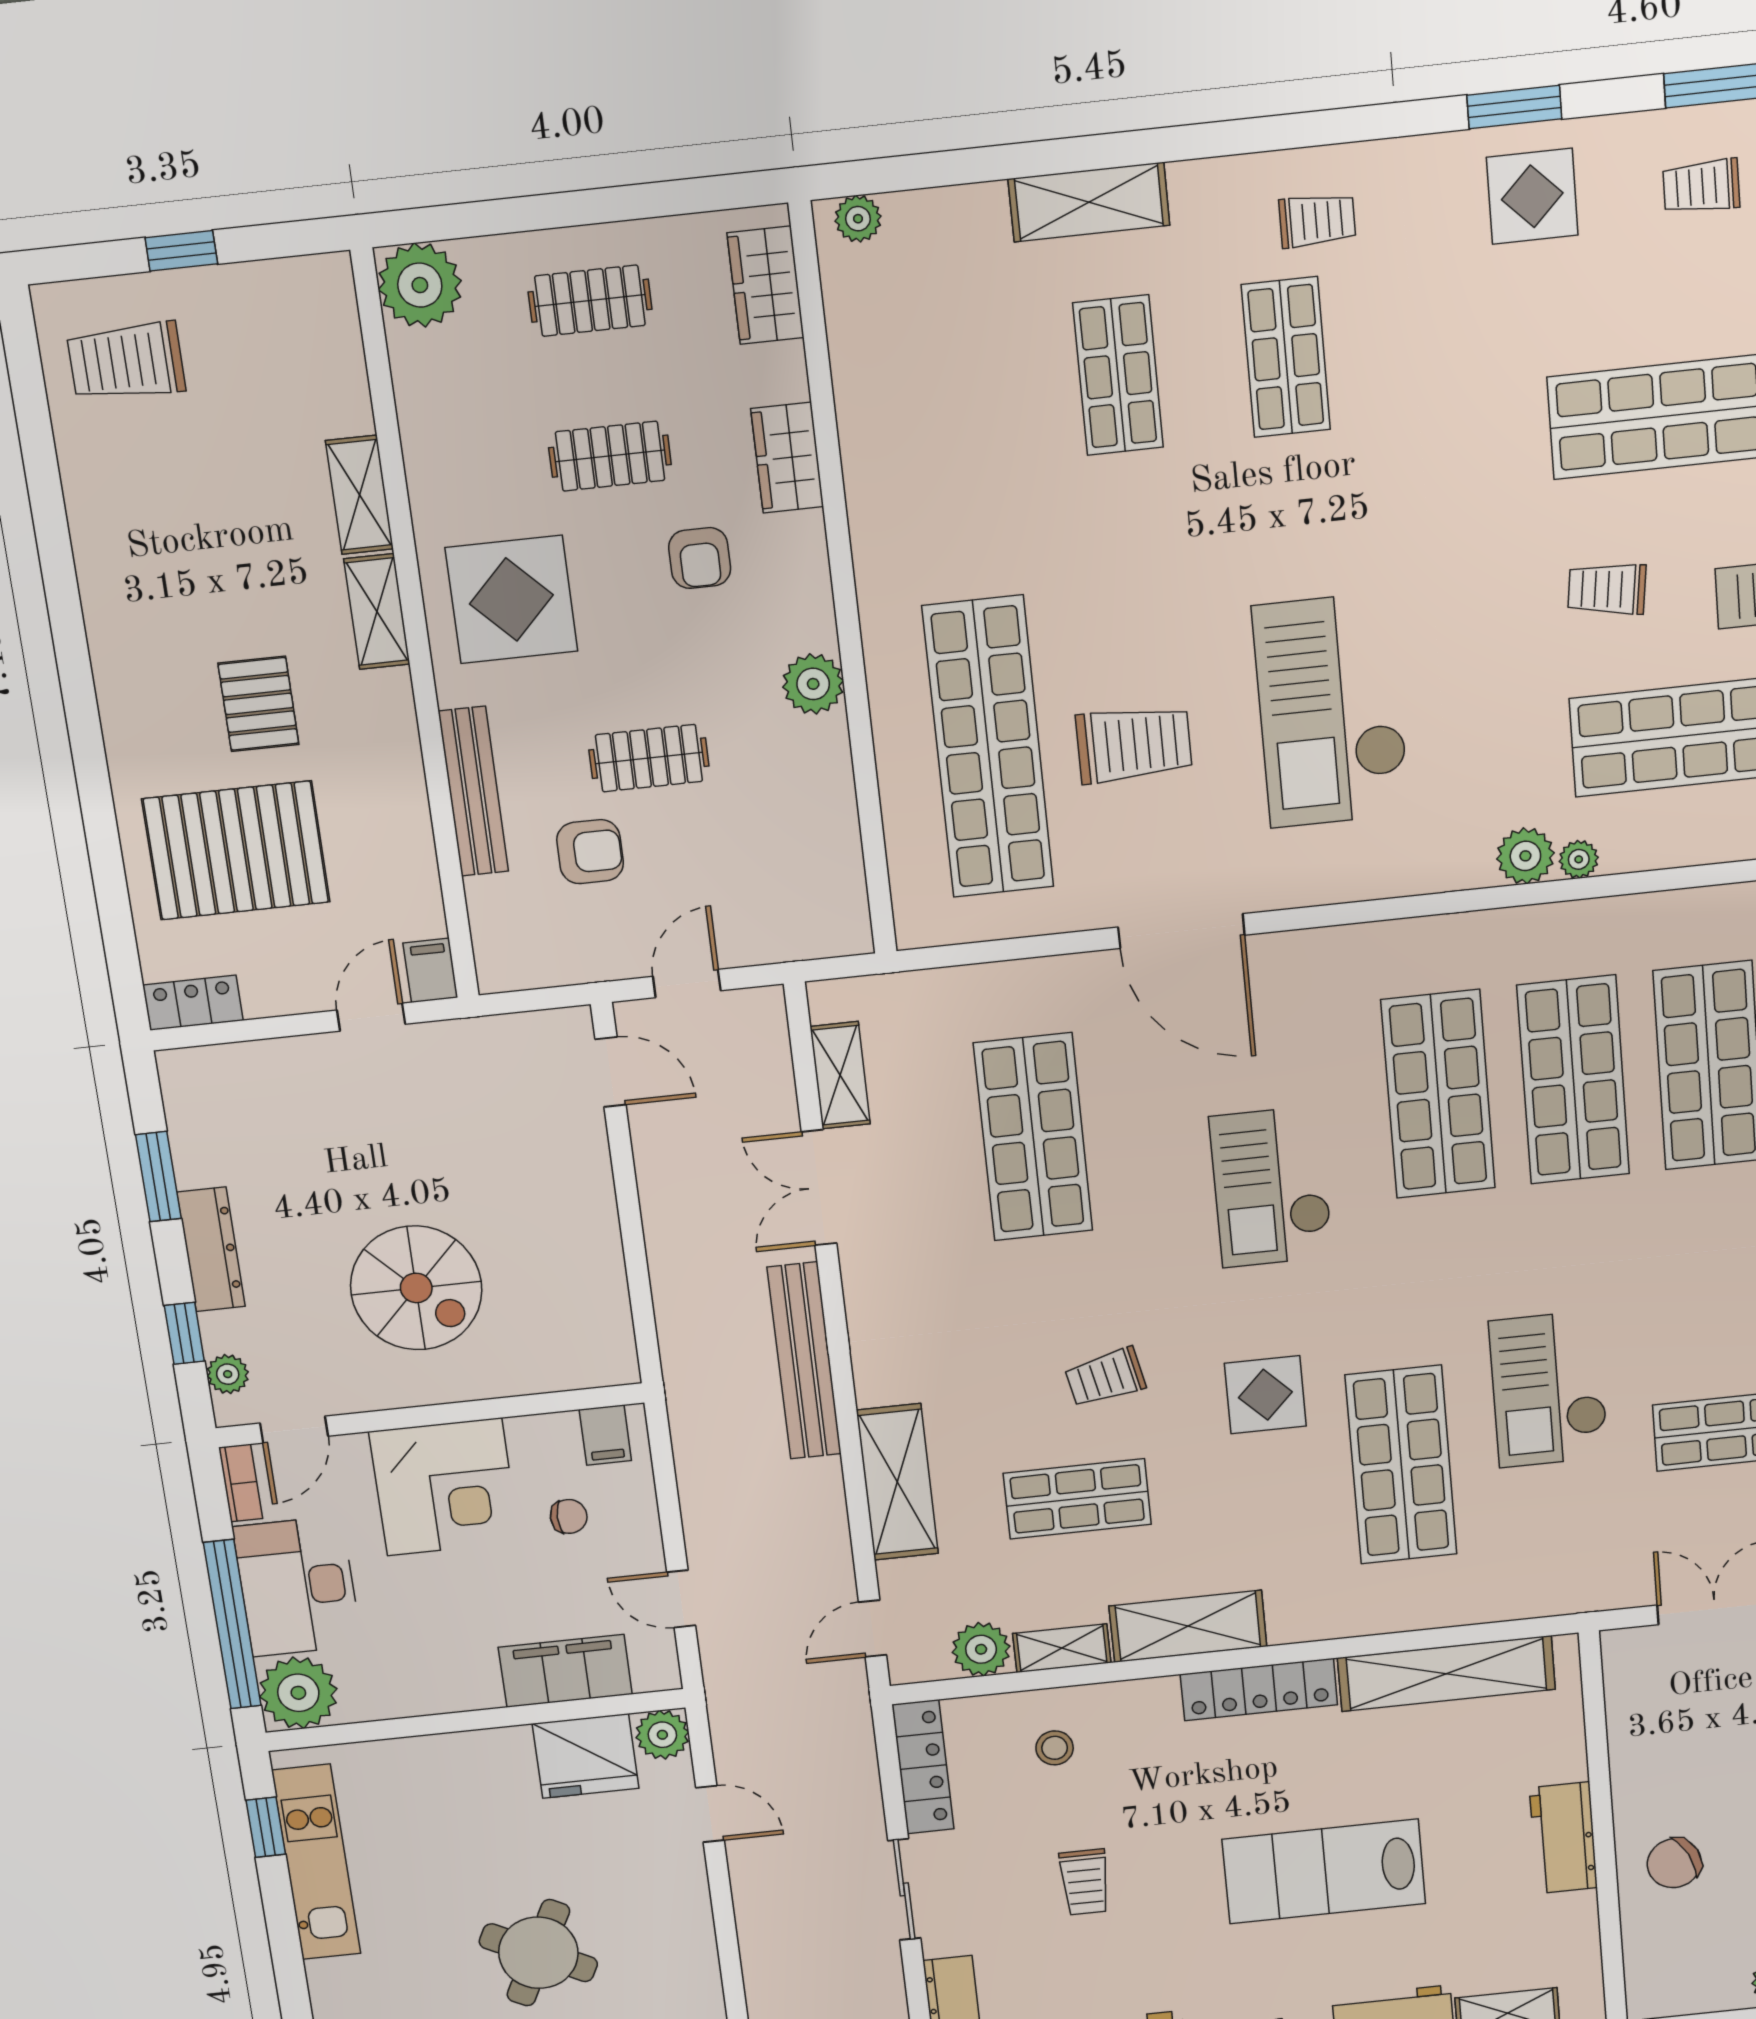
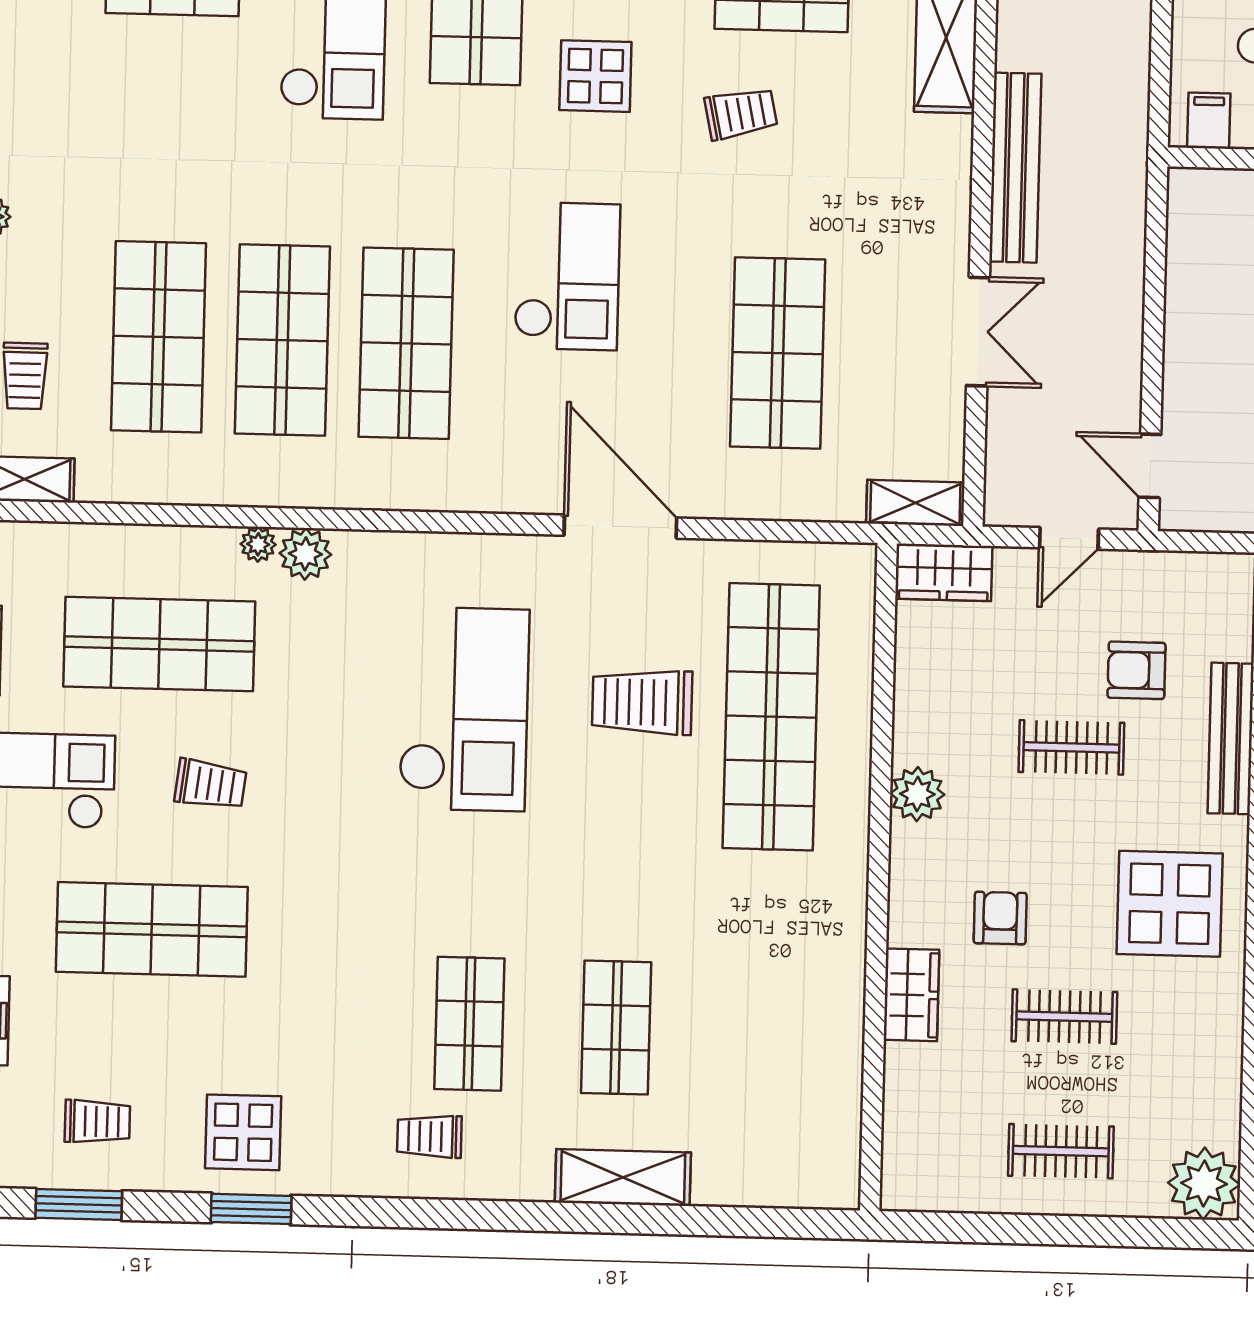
plant: (858, 219) -> (822, 1190), removed
wardrobe: (766, 285) -> (944, 572), moved, turned 90
shelving: (840, 1075) -> (915, 503), moved, turned 90

